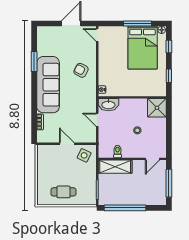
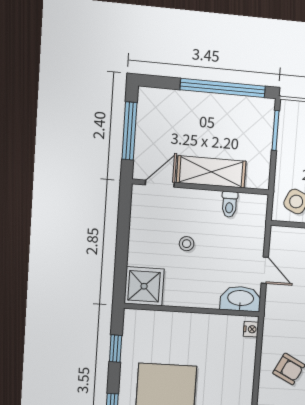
shelving: (115, 167) -> (211, 172), moved

